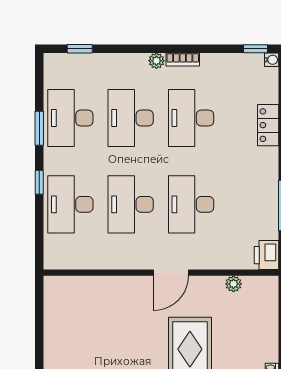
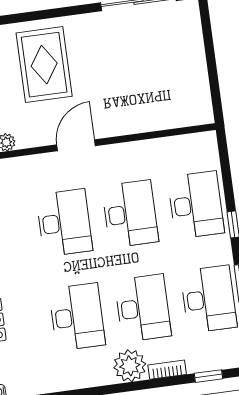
bookcase: (183, 59) -> (167, 370), moved
plant: (156, 61) -> (130, 366), width x1.87, depth x1.87

